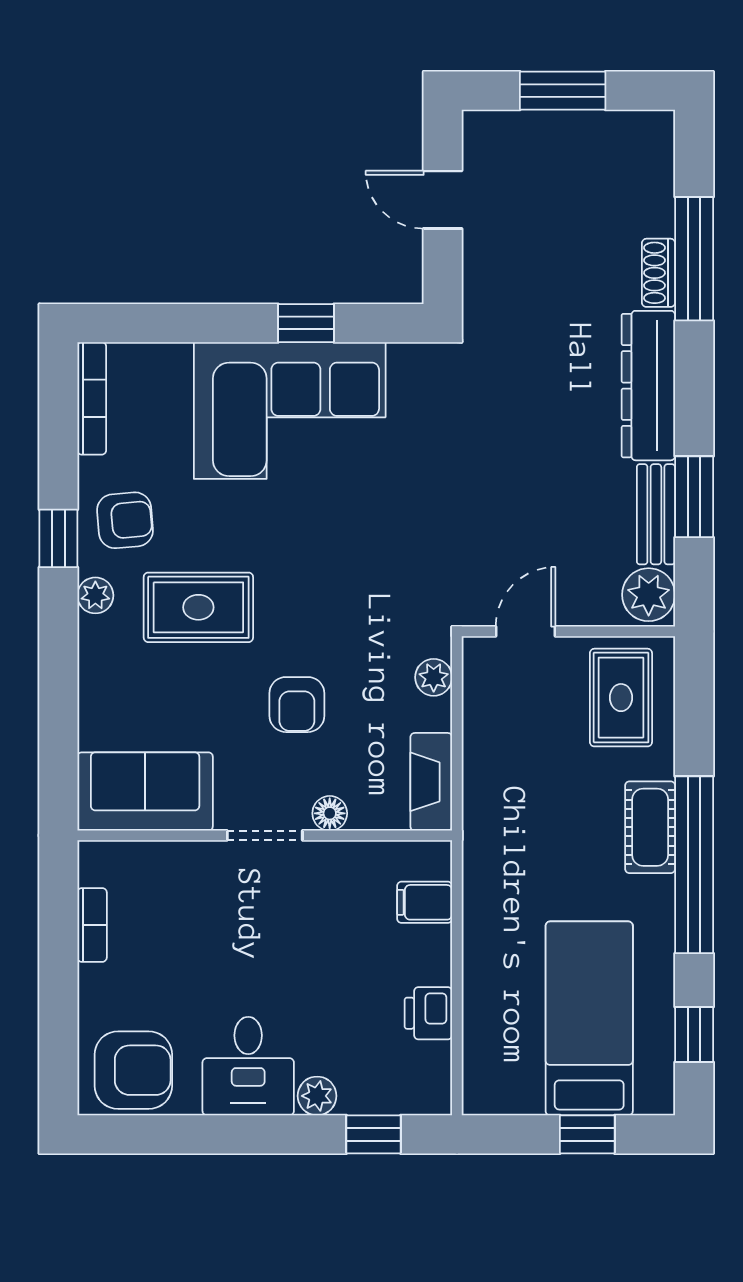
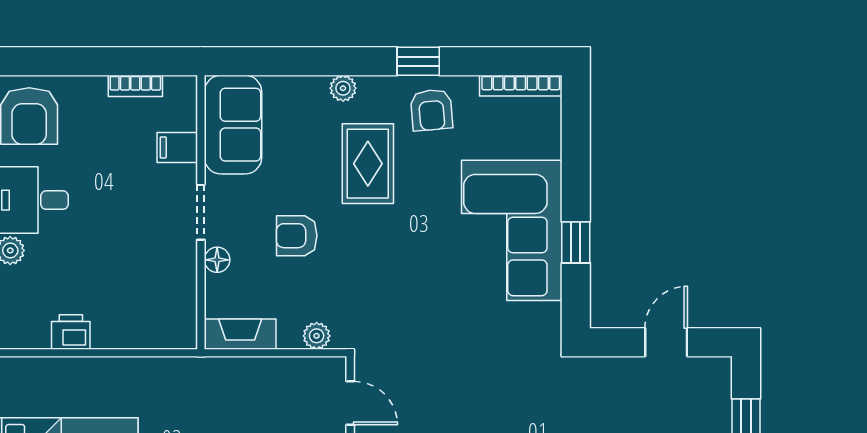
plant: (95, 595) -> (343, 88), moved
filing cabinet: (425, 902) -> (177, 147), moved, turned -90

